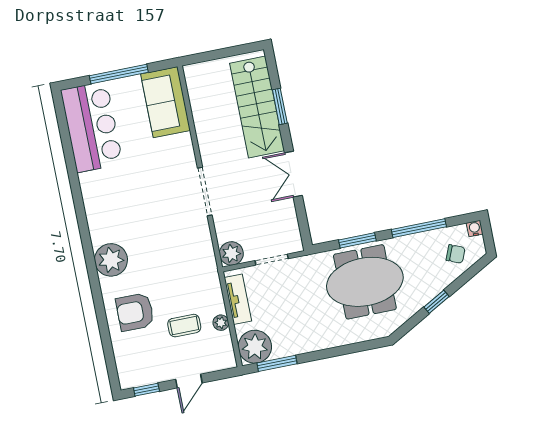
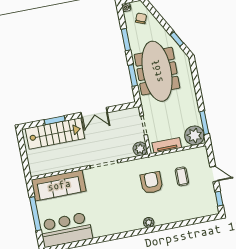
sofa: (166, 102) -> (59, 185), width x1.36
window: (419, 228) -> (126, 40), width x0.69
plant: (111, 260) -> (149, 222), width x0.53, depth x0.53
meeting table: (365, 282) -> (157, 71), width x1.36
window: (437, 302) -> (177, 39), moved
armchair: (135, 312) -> (152, 183), moved, turned 180
plant: (221, 323) -> (180, 155), removed

